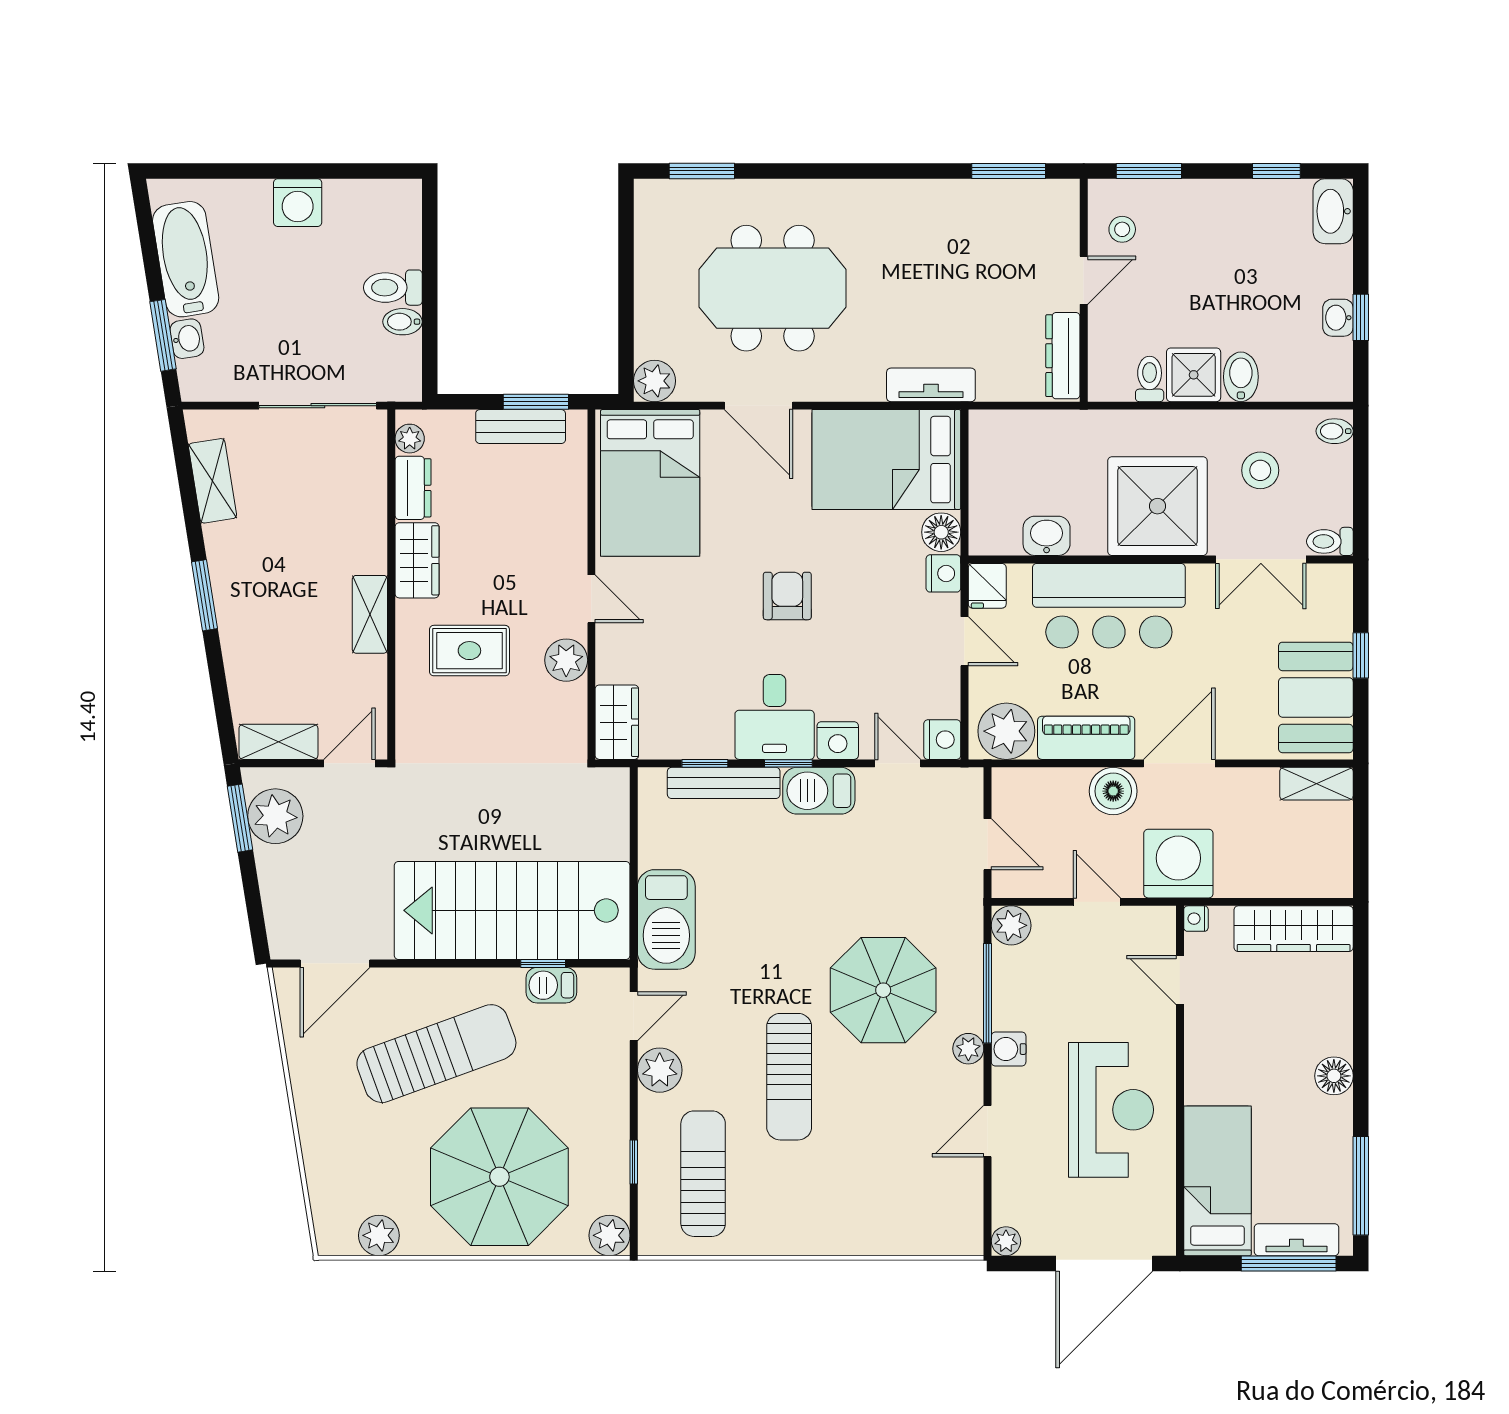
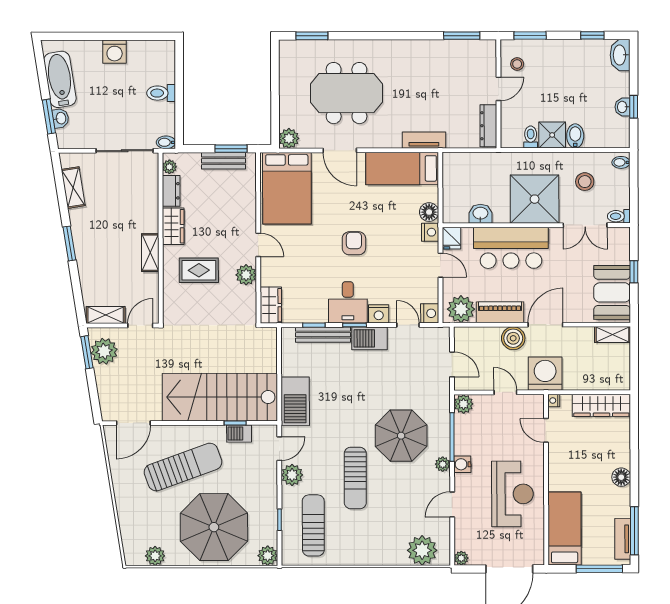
bidet: (403, 322) -> (166, 142), moved
bed: (886, 460) -> (402, 168), width x0.67
plant: (926, 1225) -> (422, 550), added
tv unit: (1296, 1240) -> (623, 539), moved, turned -90

